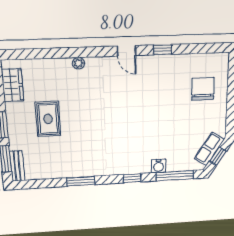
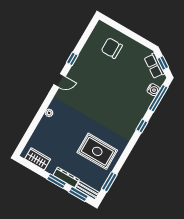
rug: (48, 119) -> (97, 151), moved, width x1.36, depth x1.43
dresser: (15, 133) -> (66, 177), added
water cooler: (159, 166) -> (153, 90), moved
window: (81, 181) -> (109, 182), moved

